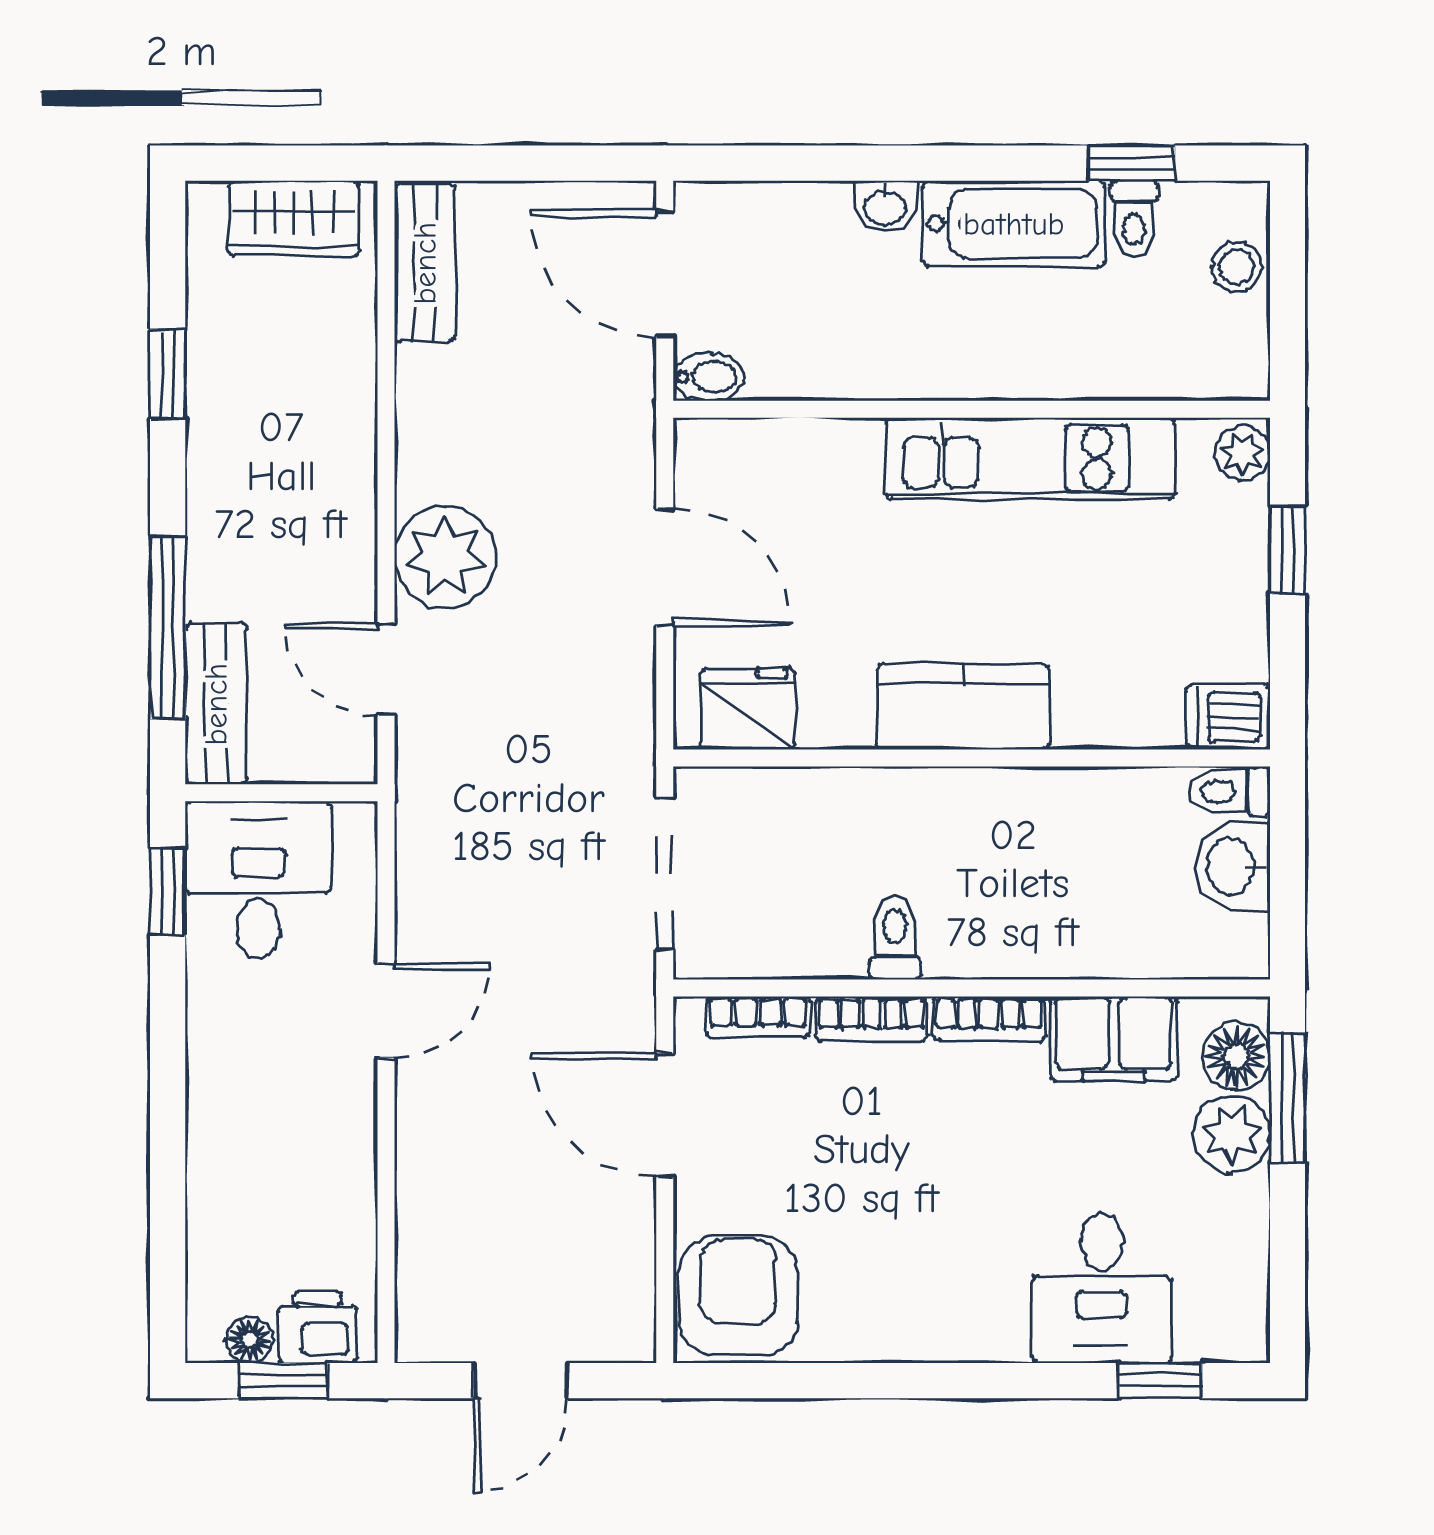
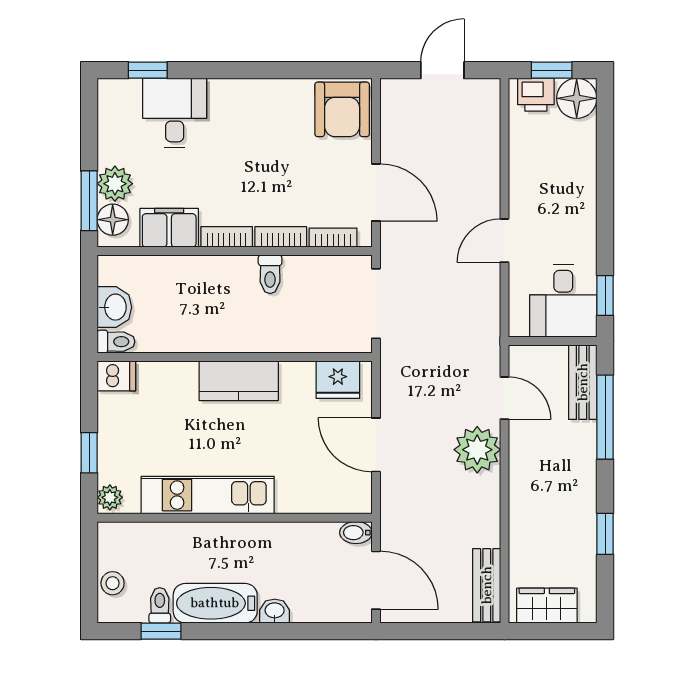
floor lamp: (250, 1340) -> (577, 98), width x1.89, depth x1.89

